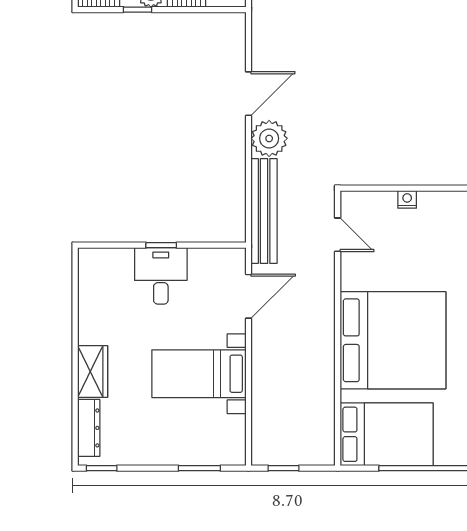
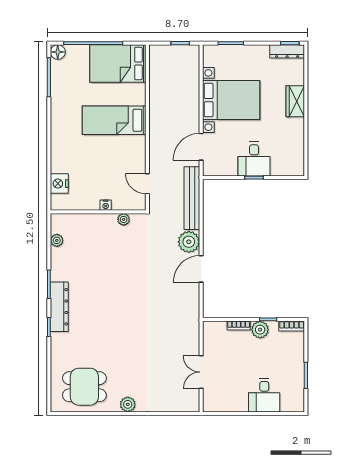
plant: (377, 176) -> (124, 219), added
bed: (393, 340) -> (114, 120), width x0.49
bed with nightstands: (199, 374) -> (231, 100), width x1.36
dresser: (89, 428) -> (287, 51), moved, turned -90

